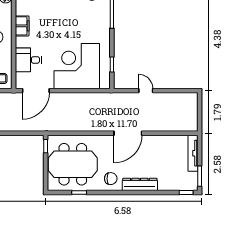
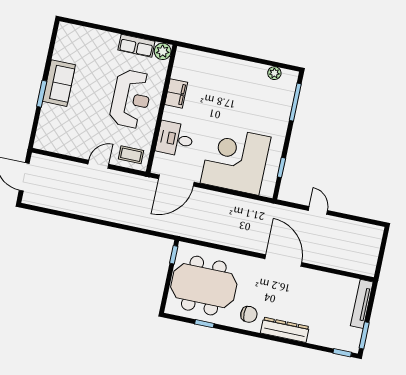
door: (128, 133) -> (283, 261), swing flipped

